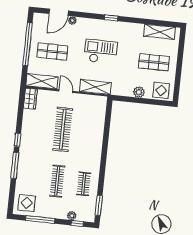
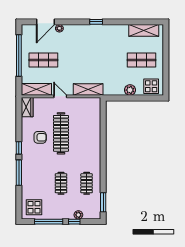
checkout: (101, 52) -> (90, 55), removed
armchair: (41, 131) -> (40, 137), added
clothes rail: (57, 181) -> (61, 183), width x0.73
window: (77, 223) -> (74, 222), moved

